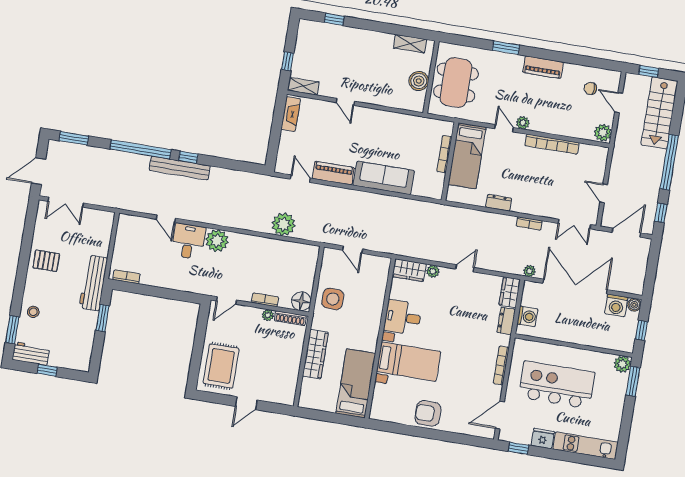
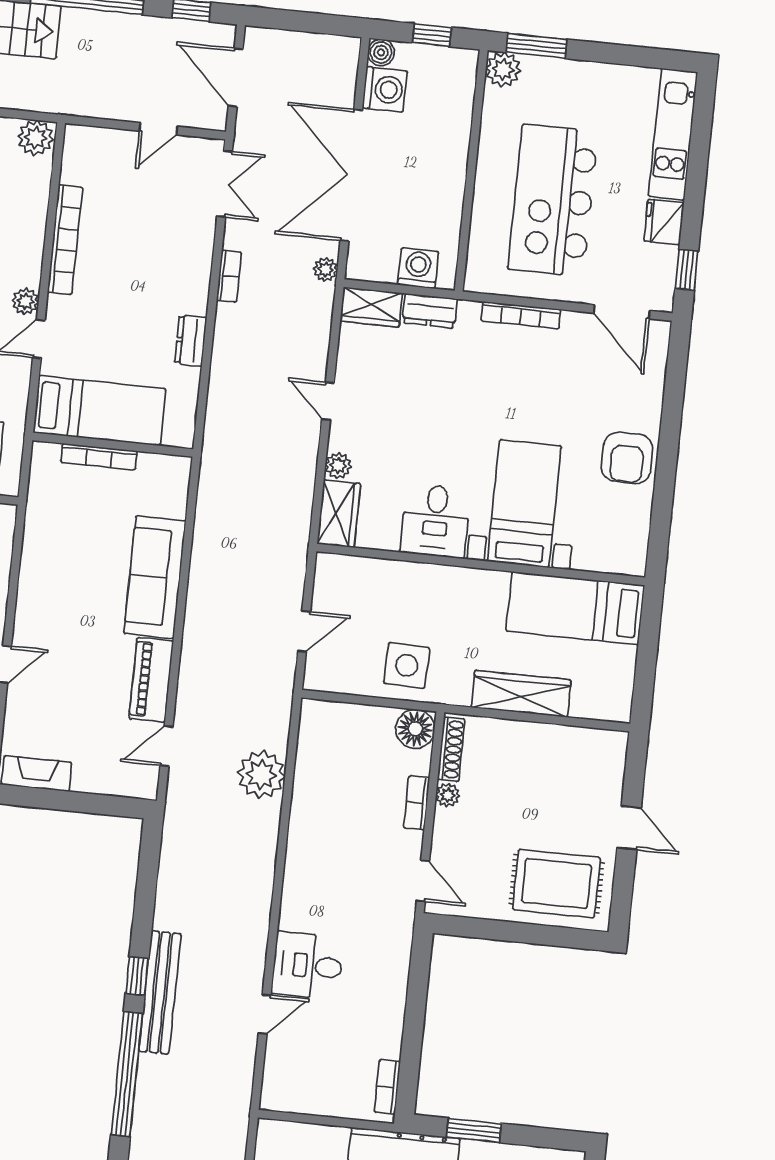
plant: (217, 241) -> (303, 908), removed

